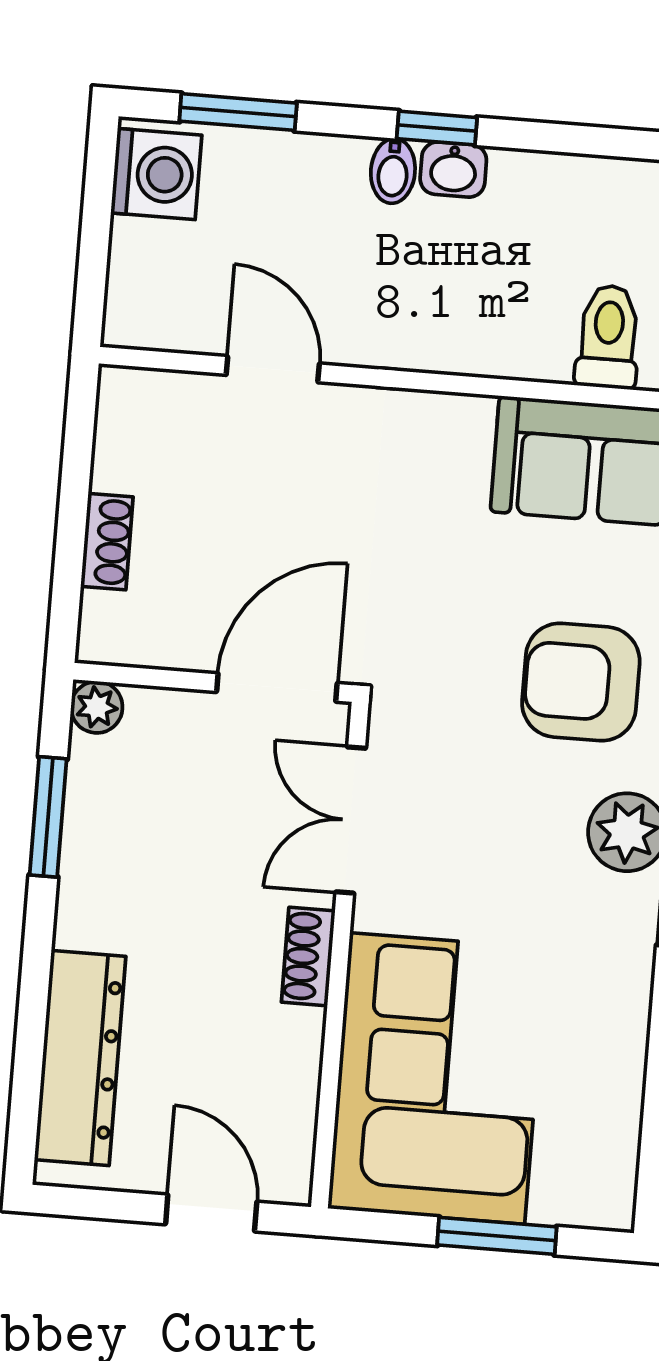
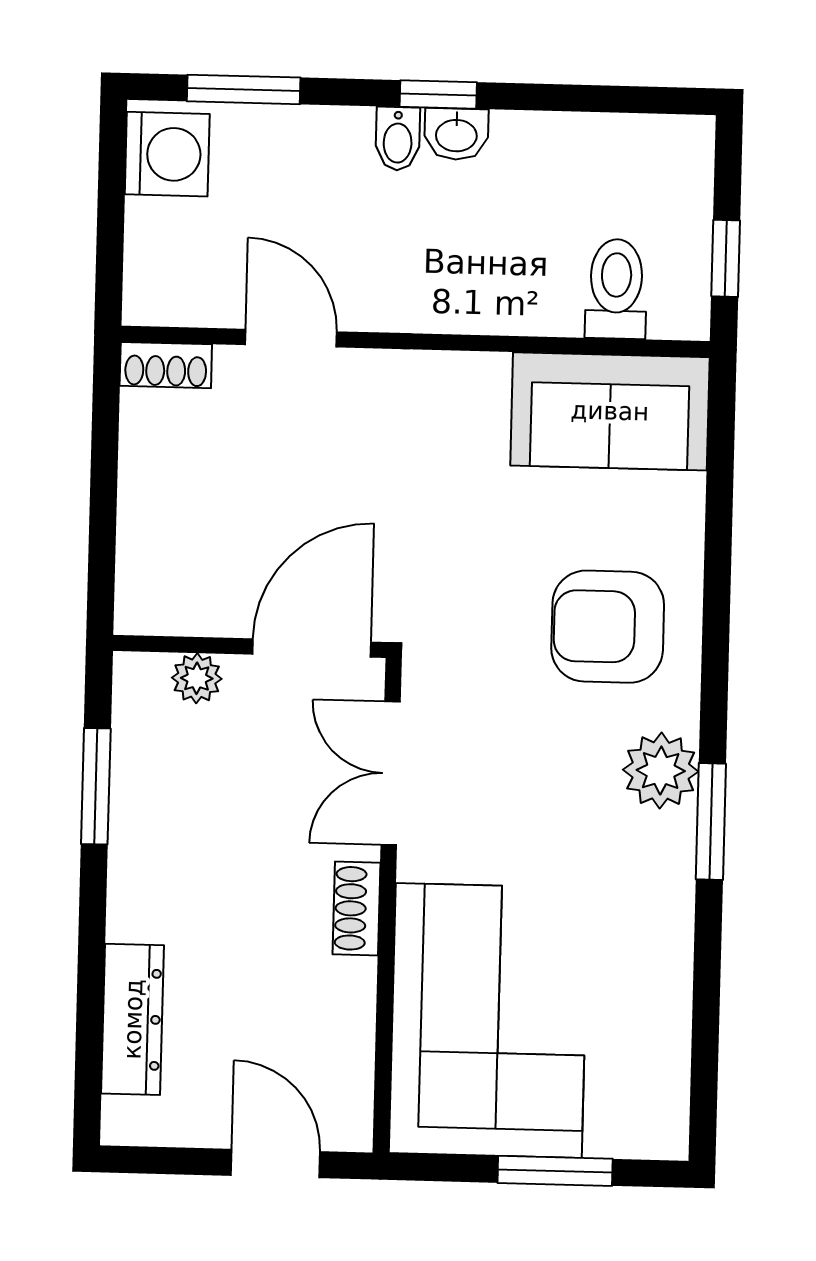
shoe rack: (107, 542) -> (166, 365), moved, turned 90
plant: (97, 707) -> (197, 678), moved
dresser: (80, 1058) -> (133, 1019), width x0.73, depth x0.80

